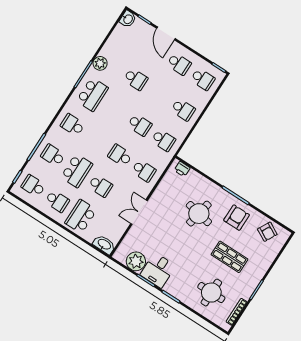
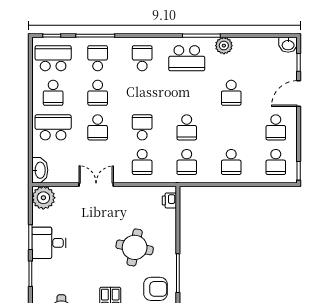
school desk: (77, 171) -> (98, 93), width x0.54
school desk: (33, 186) -> (53, 58), width x1.85
plant: (136, 261) -> (43, 198), moved

